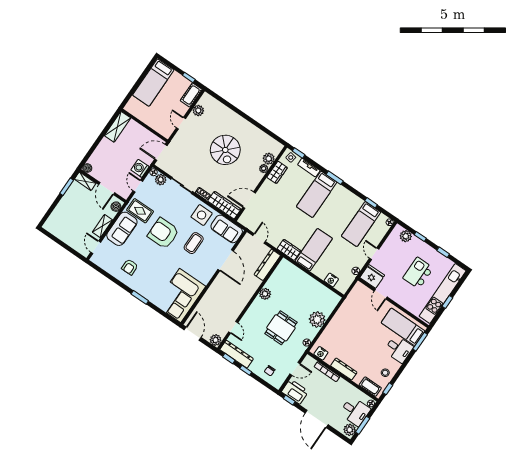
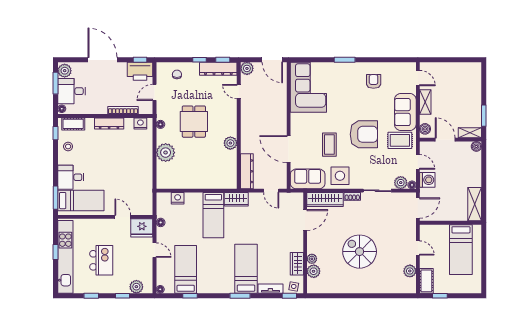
bed: (153, 83) -> (461, 250), moved, turned 180

